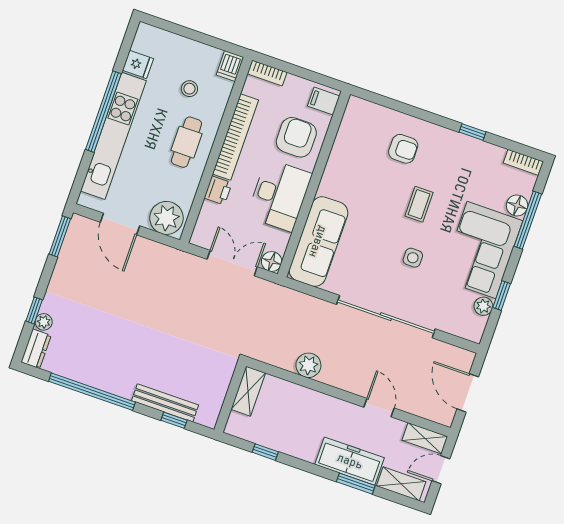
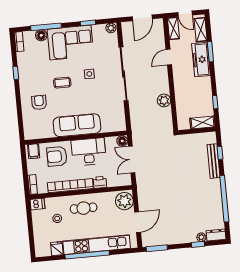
sofa: (318, 242) -> (77, 125), moved
plant: (483, 306) -> (111, 28), moved
shelving: (248, 391) -> (203, 122), moved

